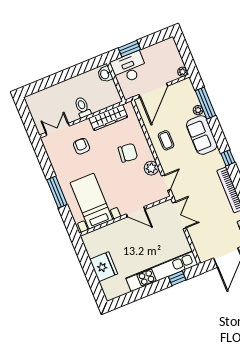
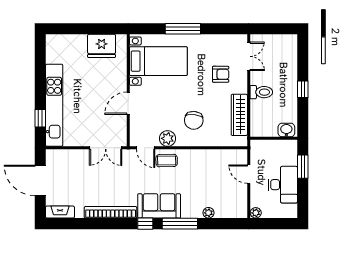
desk: (129, 68) -> (283, 185), moved
window: (66, 74) -> (303, 89), added
door: (153, 90) -> (249, 174), width x0.53
window: (205, 103) -> (180, 224), moved
sofa: (202, 135) -> (159, 206), moved
coffee table: (166, 140) -> (167, 161), moved
fridge: (104, 267) -> (102, 46), moved

